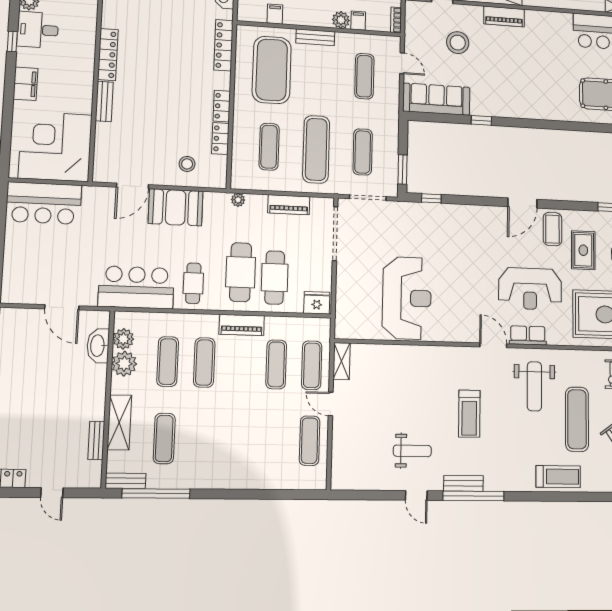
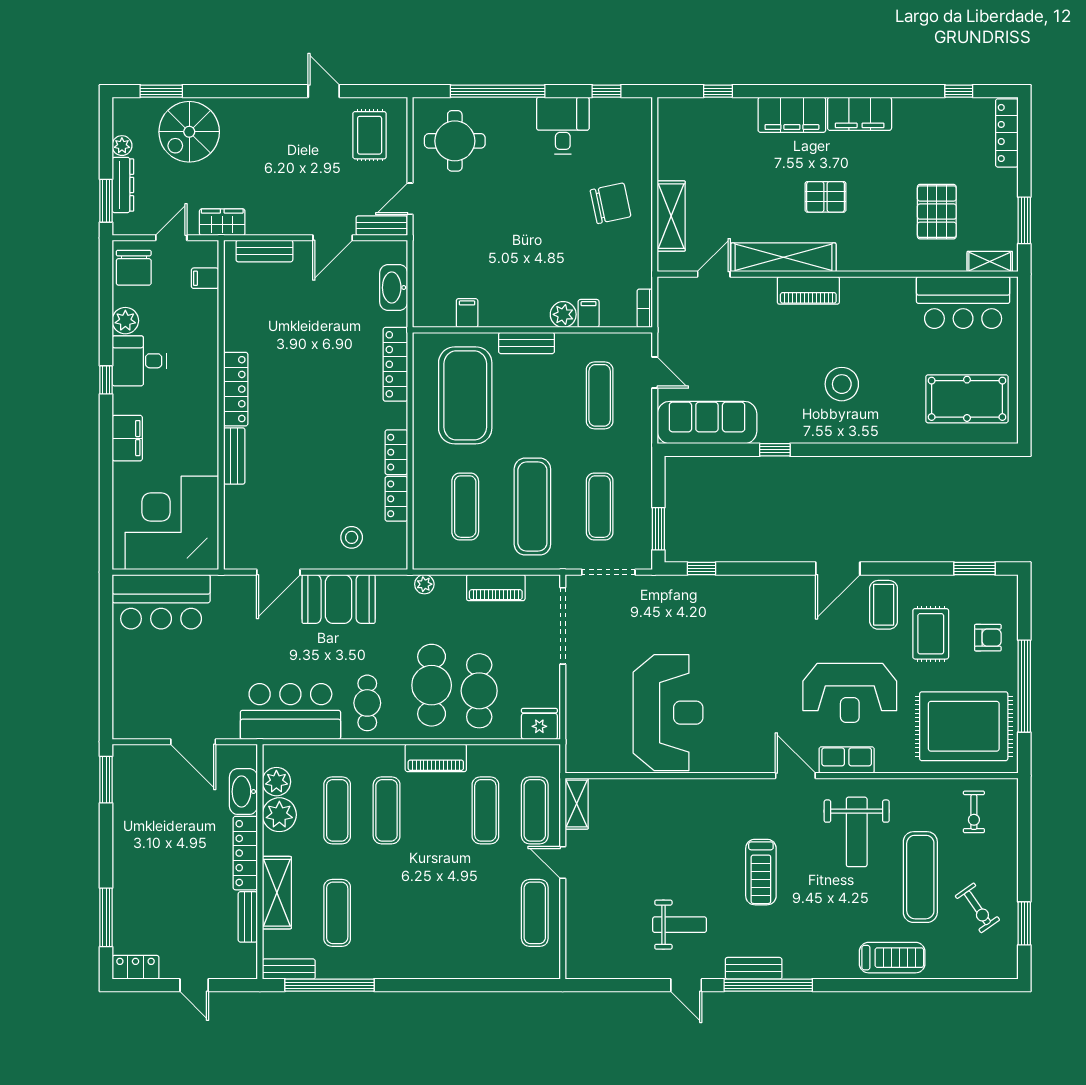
stool: (458, 43) -> (842, 384), moved
locker: (97, 392) -> (245, 853), added

